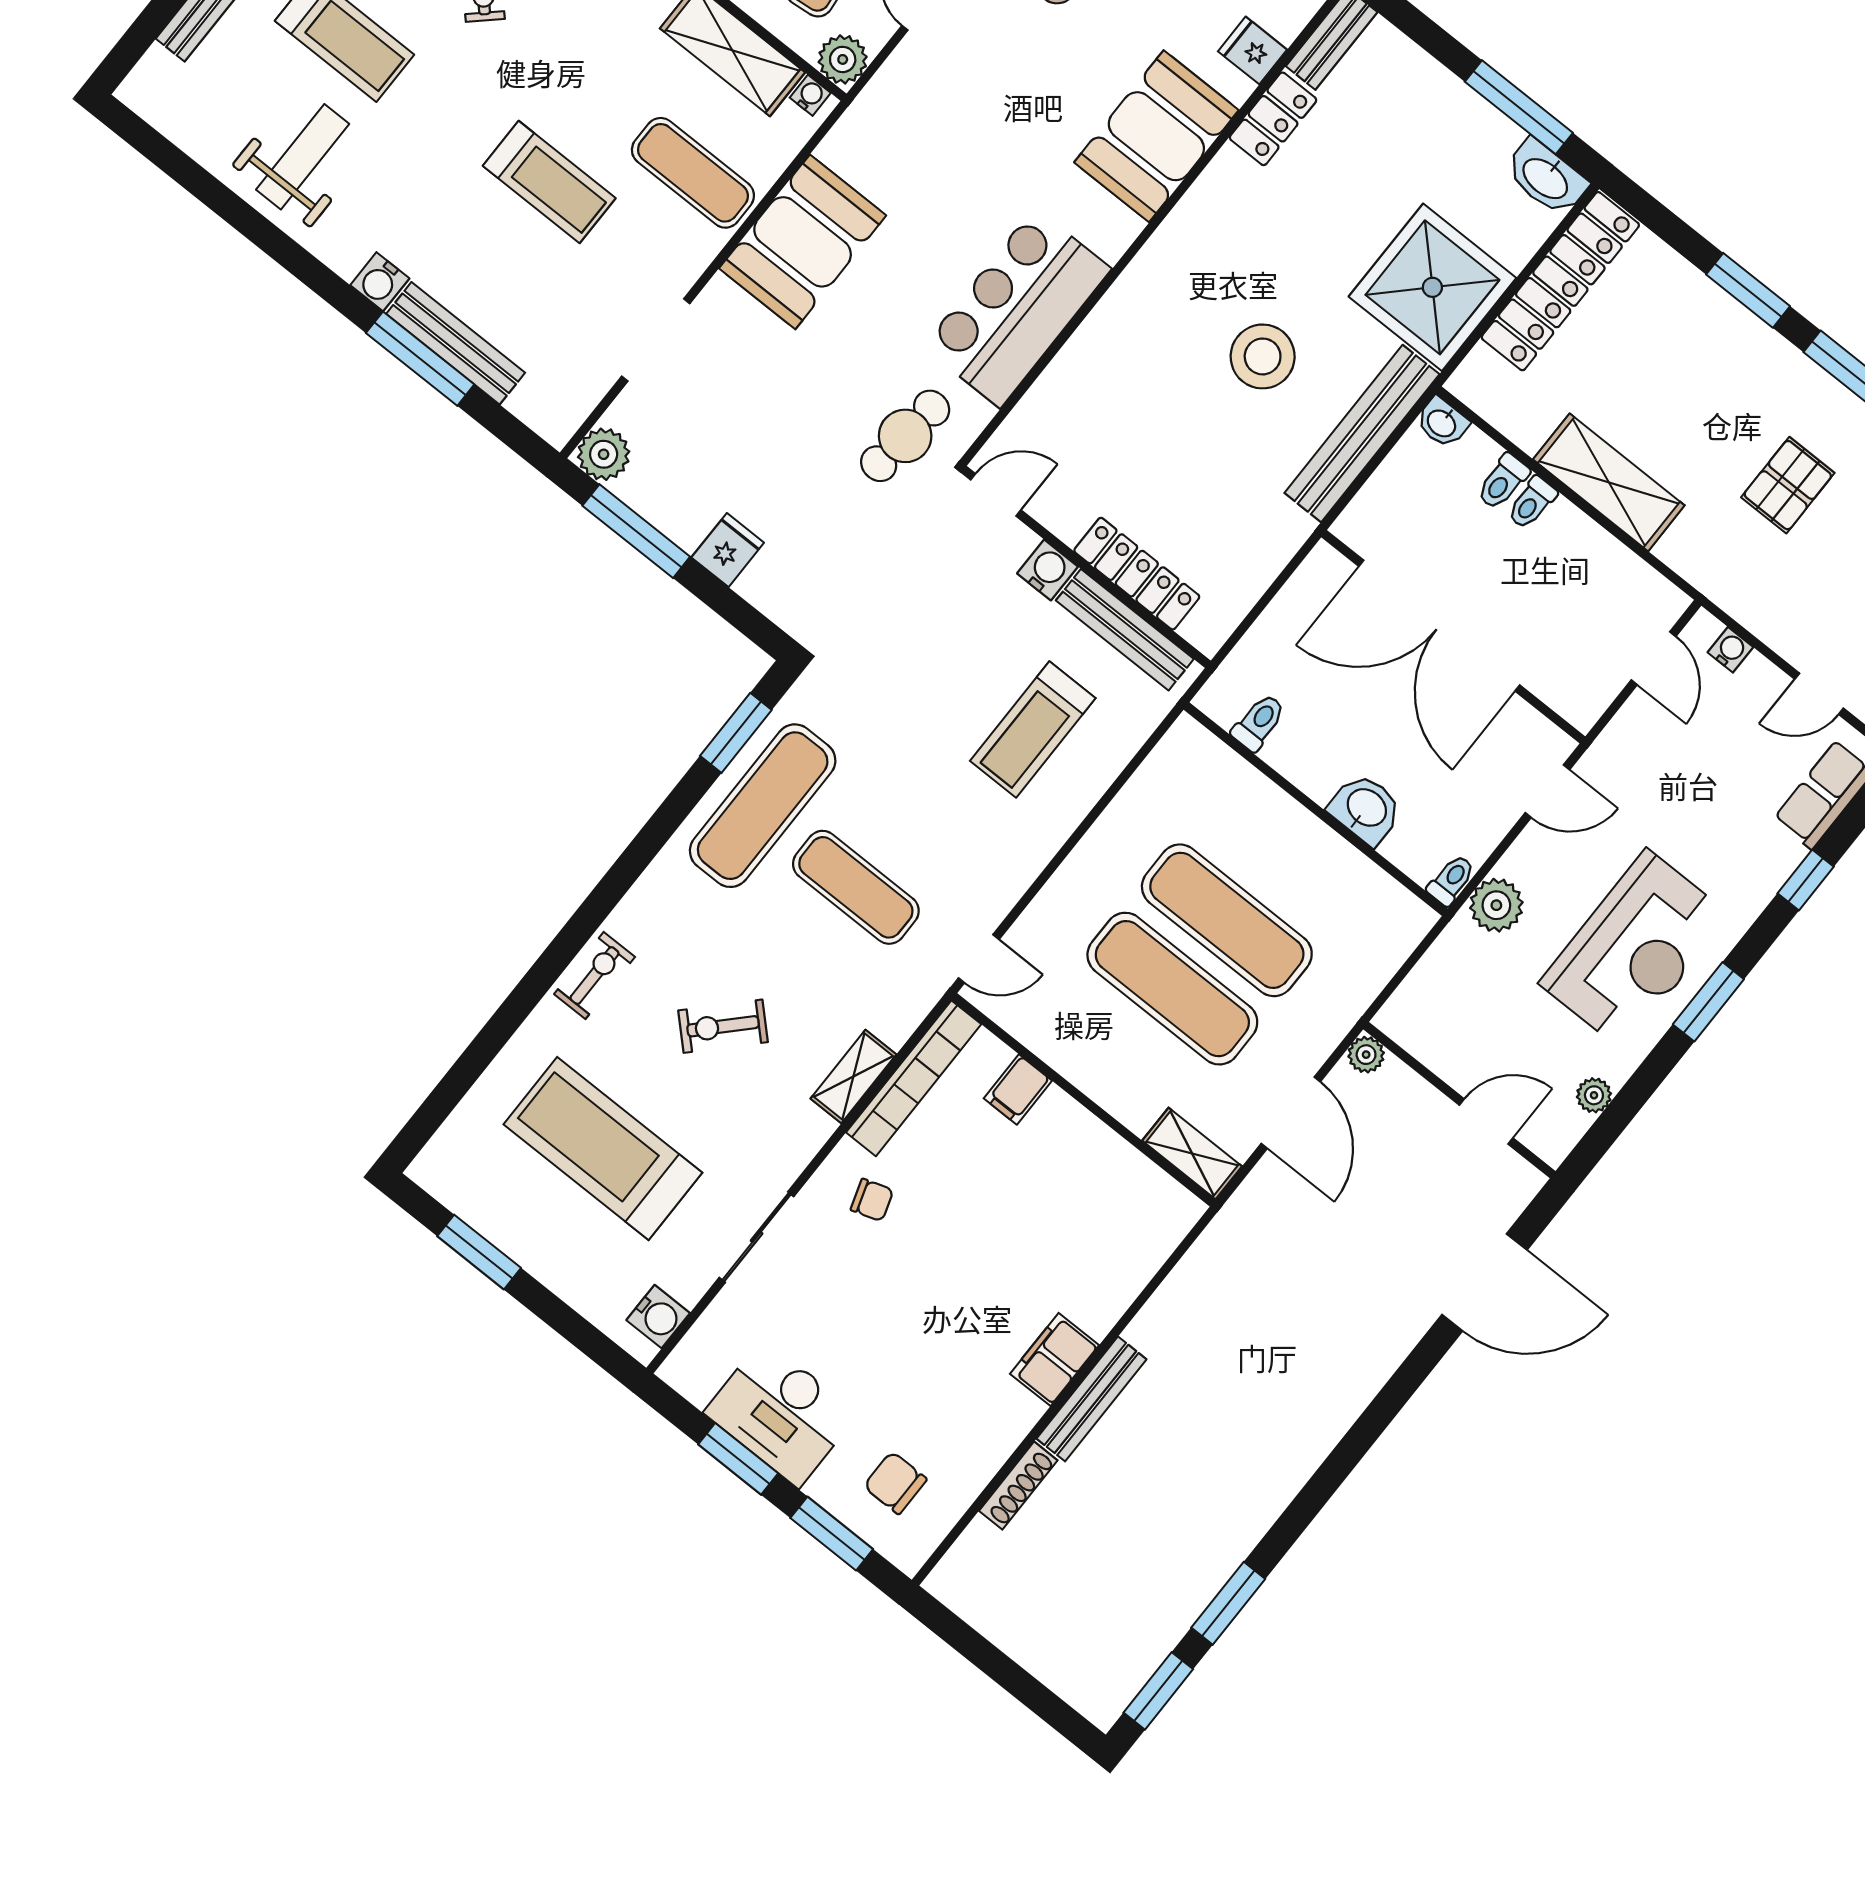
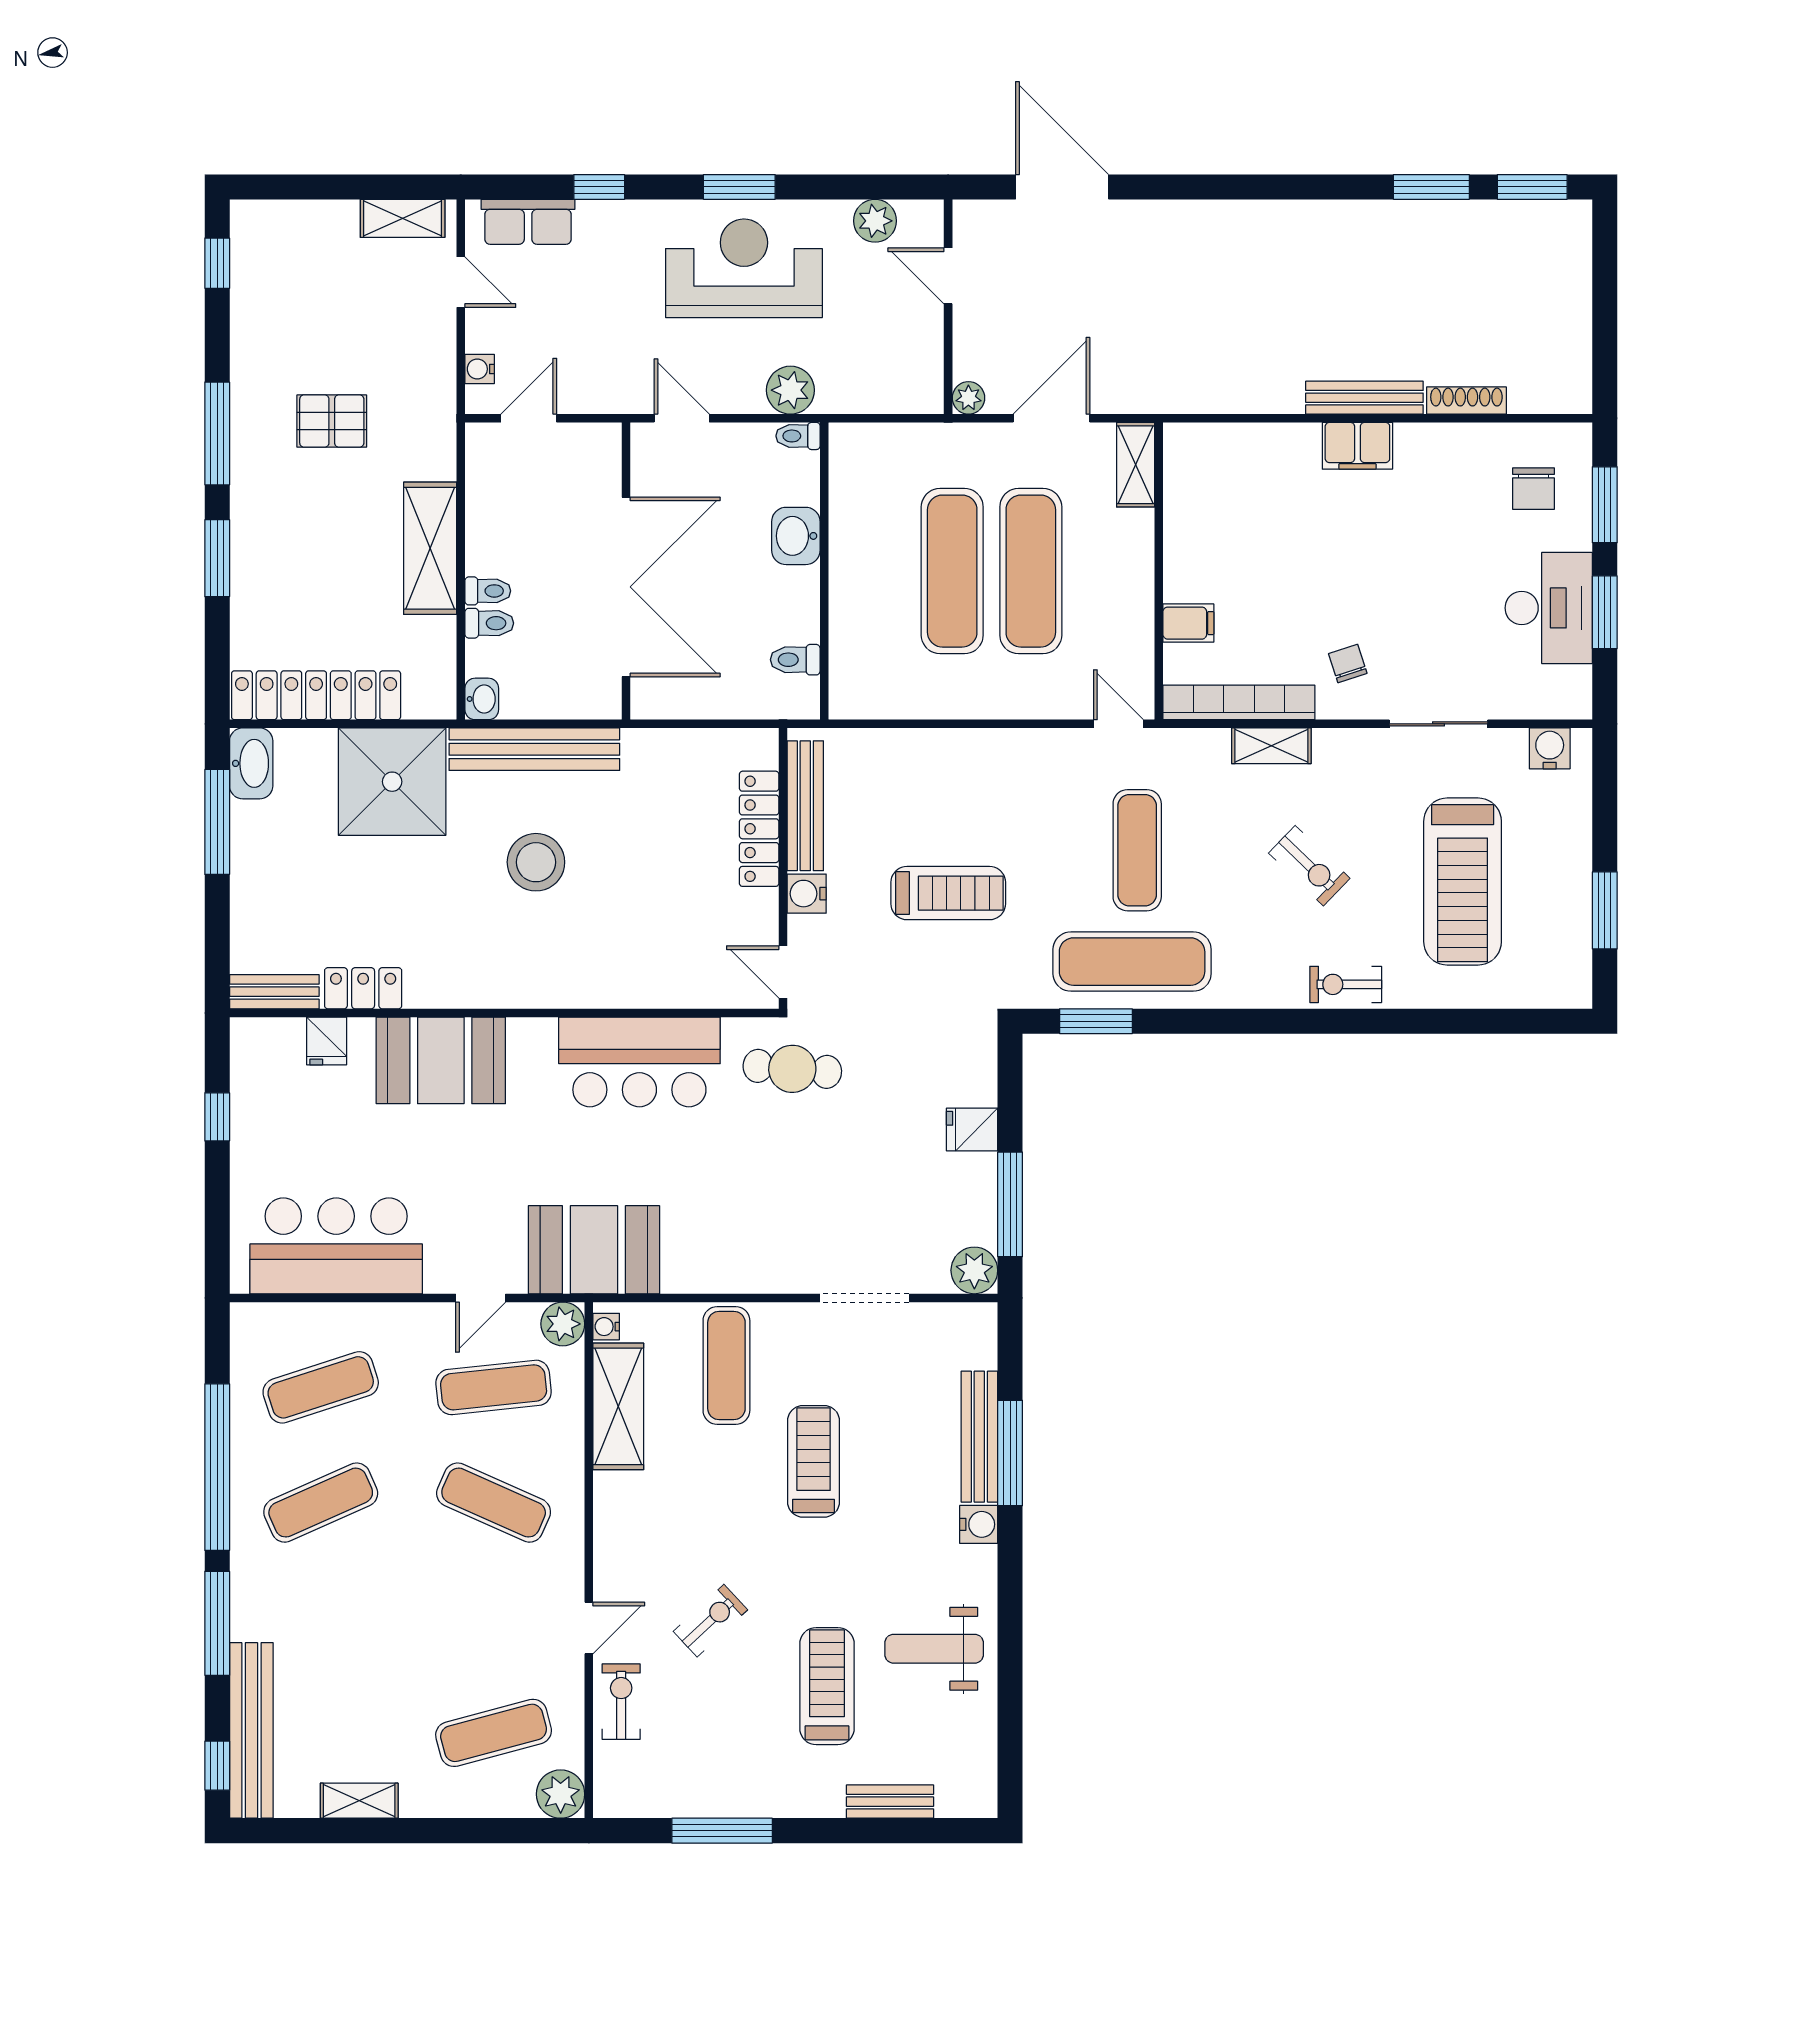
booth: (803, 242) -> (594, 1250), moved
treadmill: (1033, 729) -> (948, 893), moved
plant: (1594, 1095) -> (875, 221), width x1.38, depth x1.38

